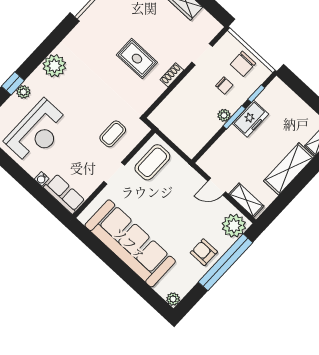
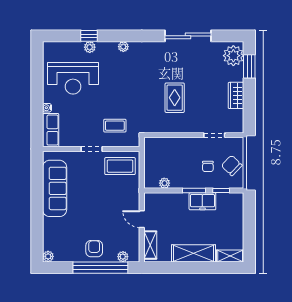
chair: (243, 64) -> (232, 165), turned 44
plant: (54, 66) -> (123, 47), width x0.53, depth x0.53
shoe rack: (172, 75) -> (185, 128), removed
plant: (224, 115) -> (164, 183), moved
plant: (234, 226) -> (123, 257), width x0.53, depth x0.53
sofa: (130, 243) -> (55, 188), width x0.74, depth x0.79

